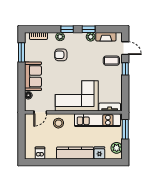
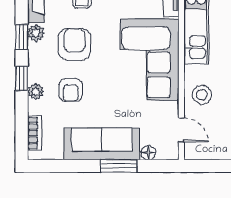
window: (21, 52) -> (119, 166), moved
armchair: (85, 57) -> (74, 44), added
sofa: (33, 76) -> (102, 144), width x1.36

